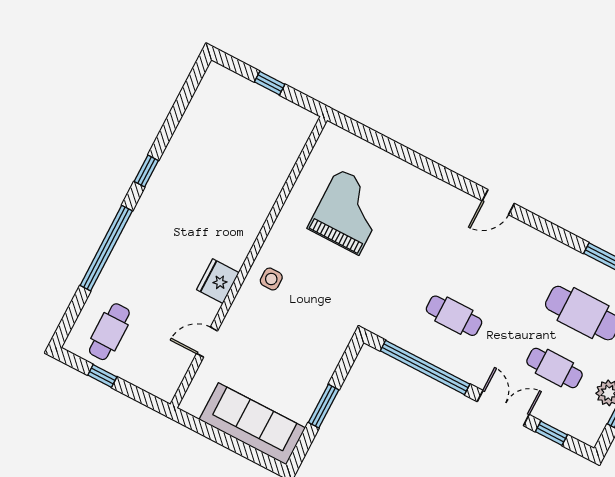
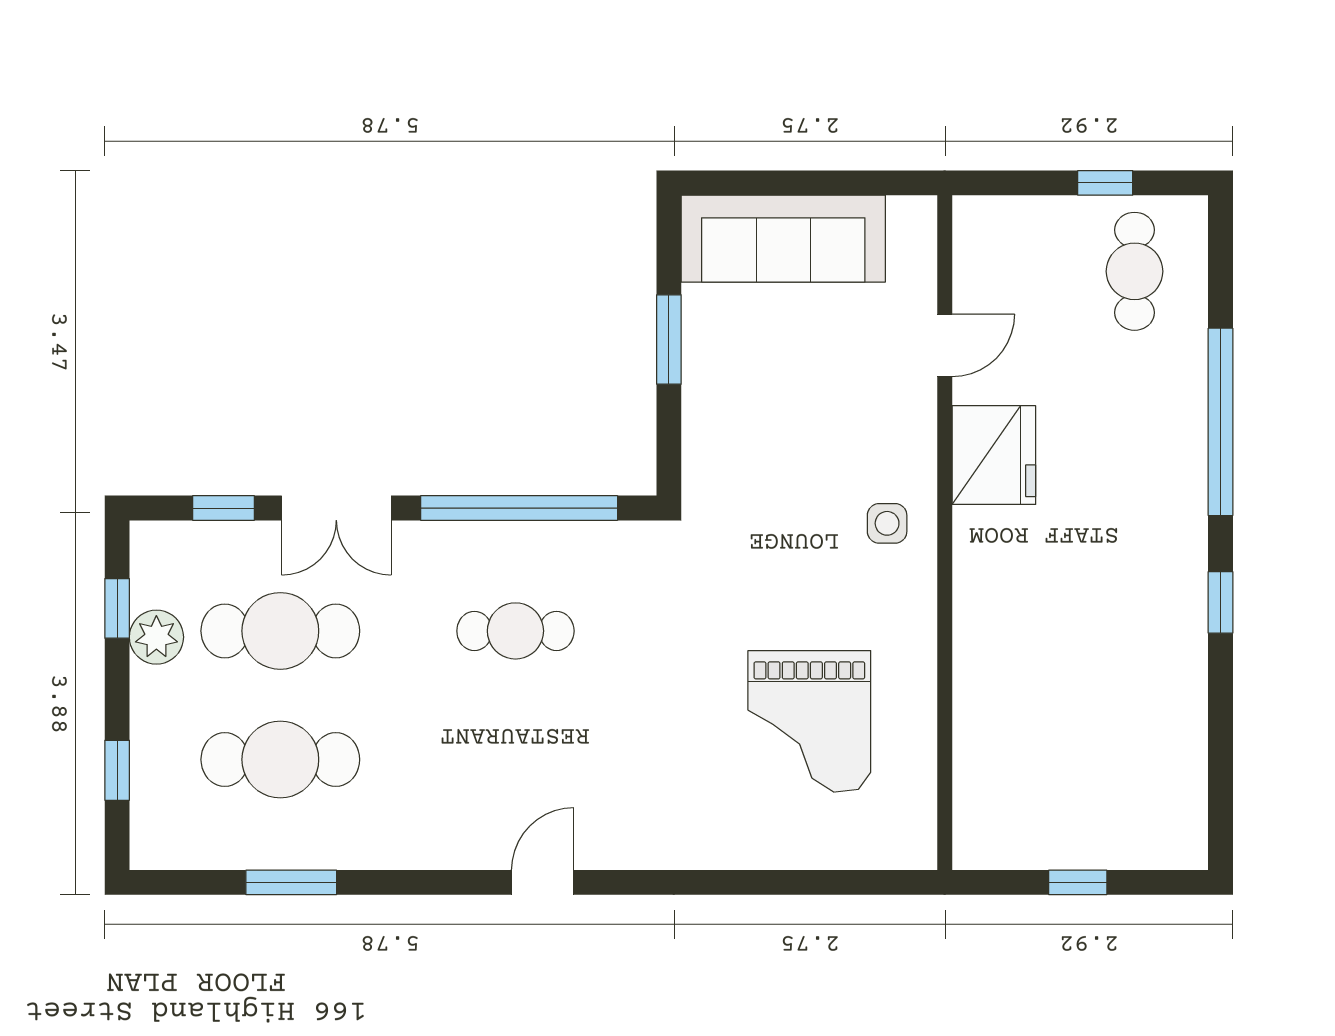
fridge: (218, 281) -> (994, 455), width x1.36, depth x1.34
cafe table: (554, 368) -> (280, 631), width x1.37, depth x1.35

